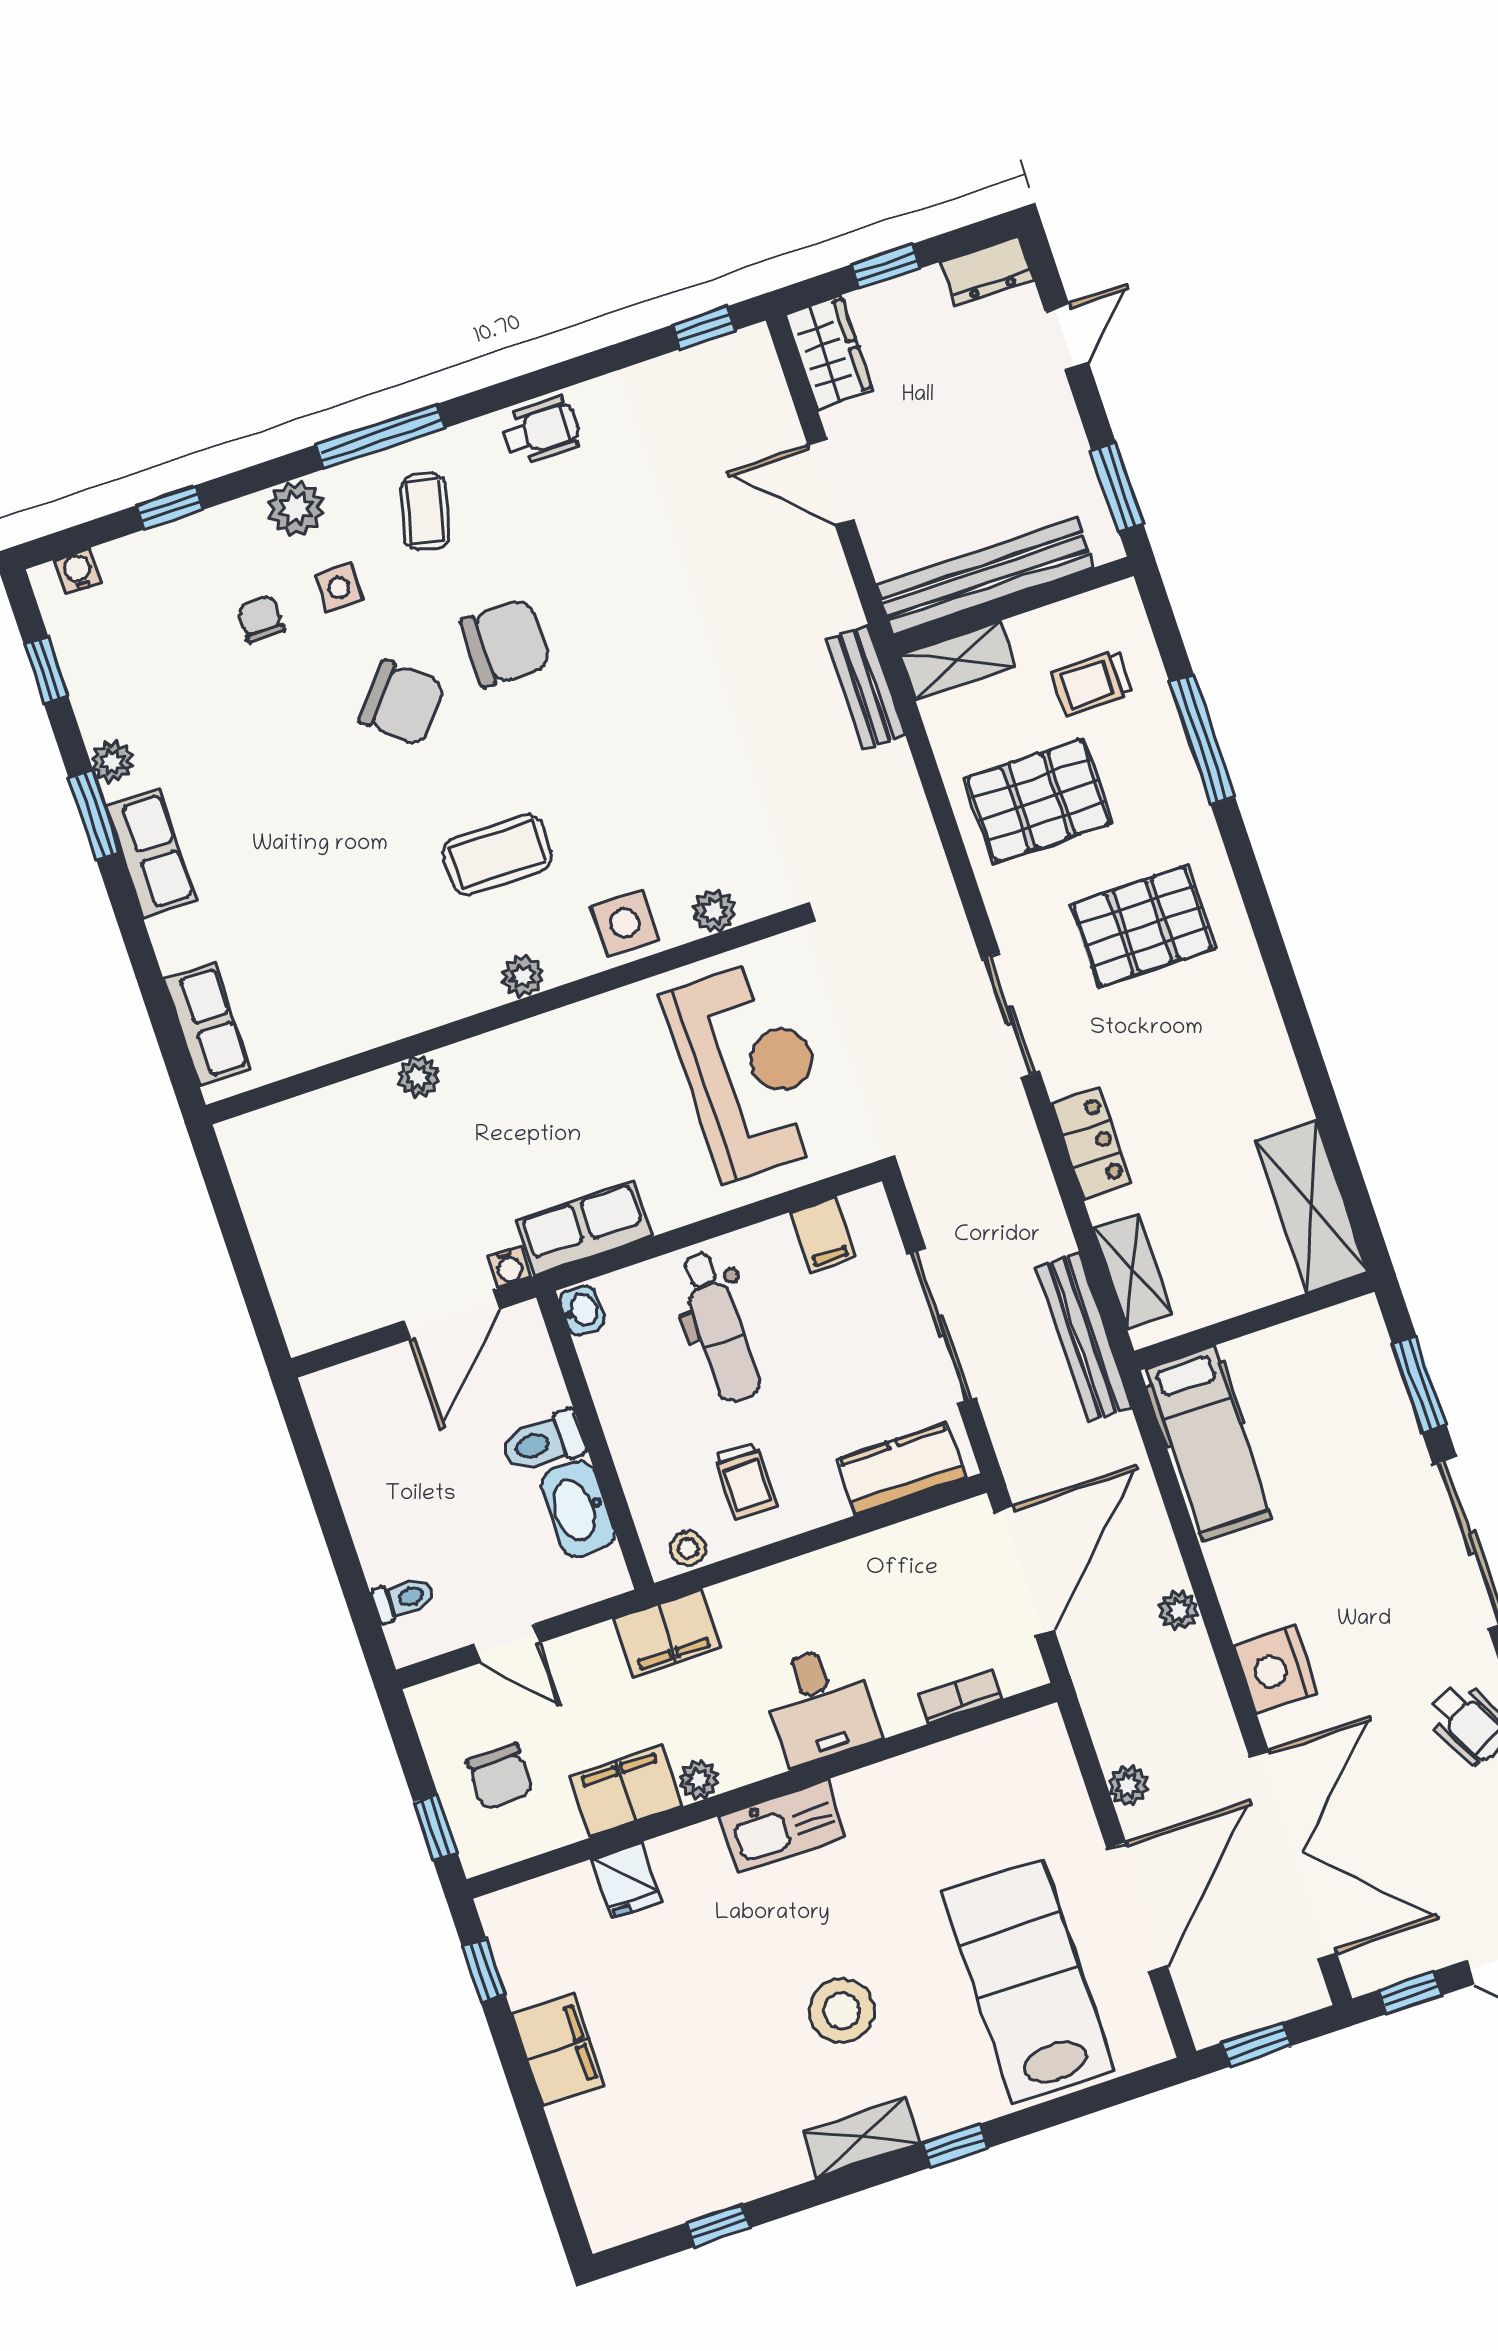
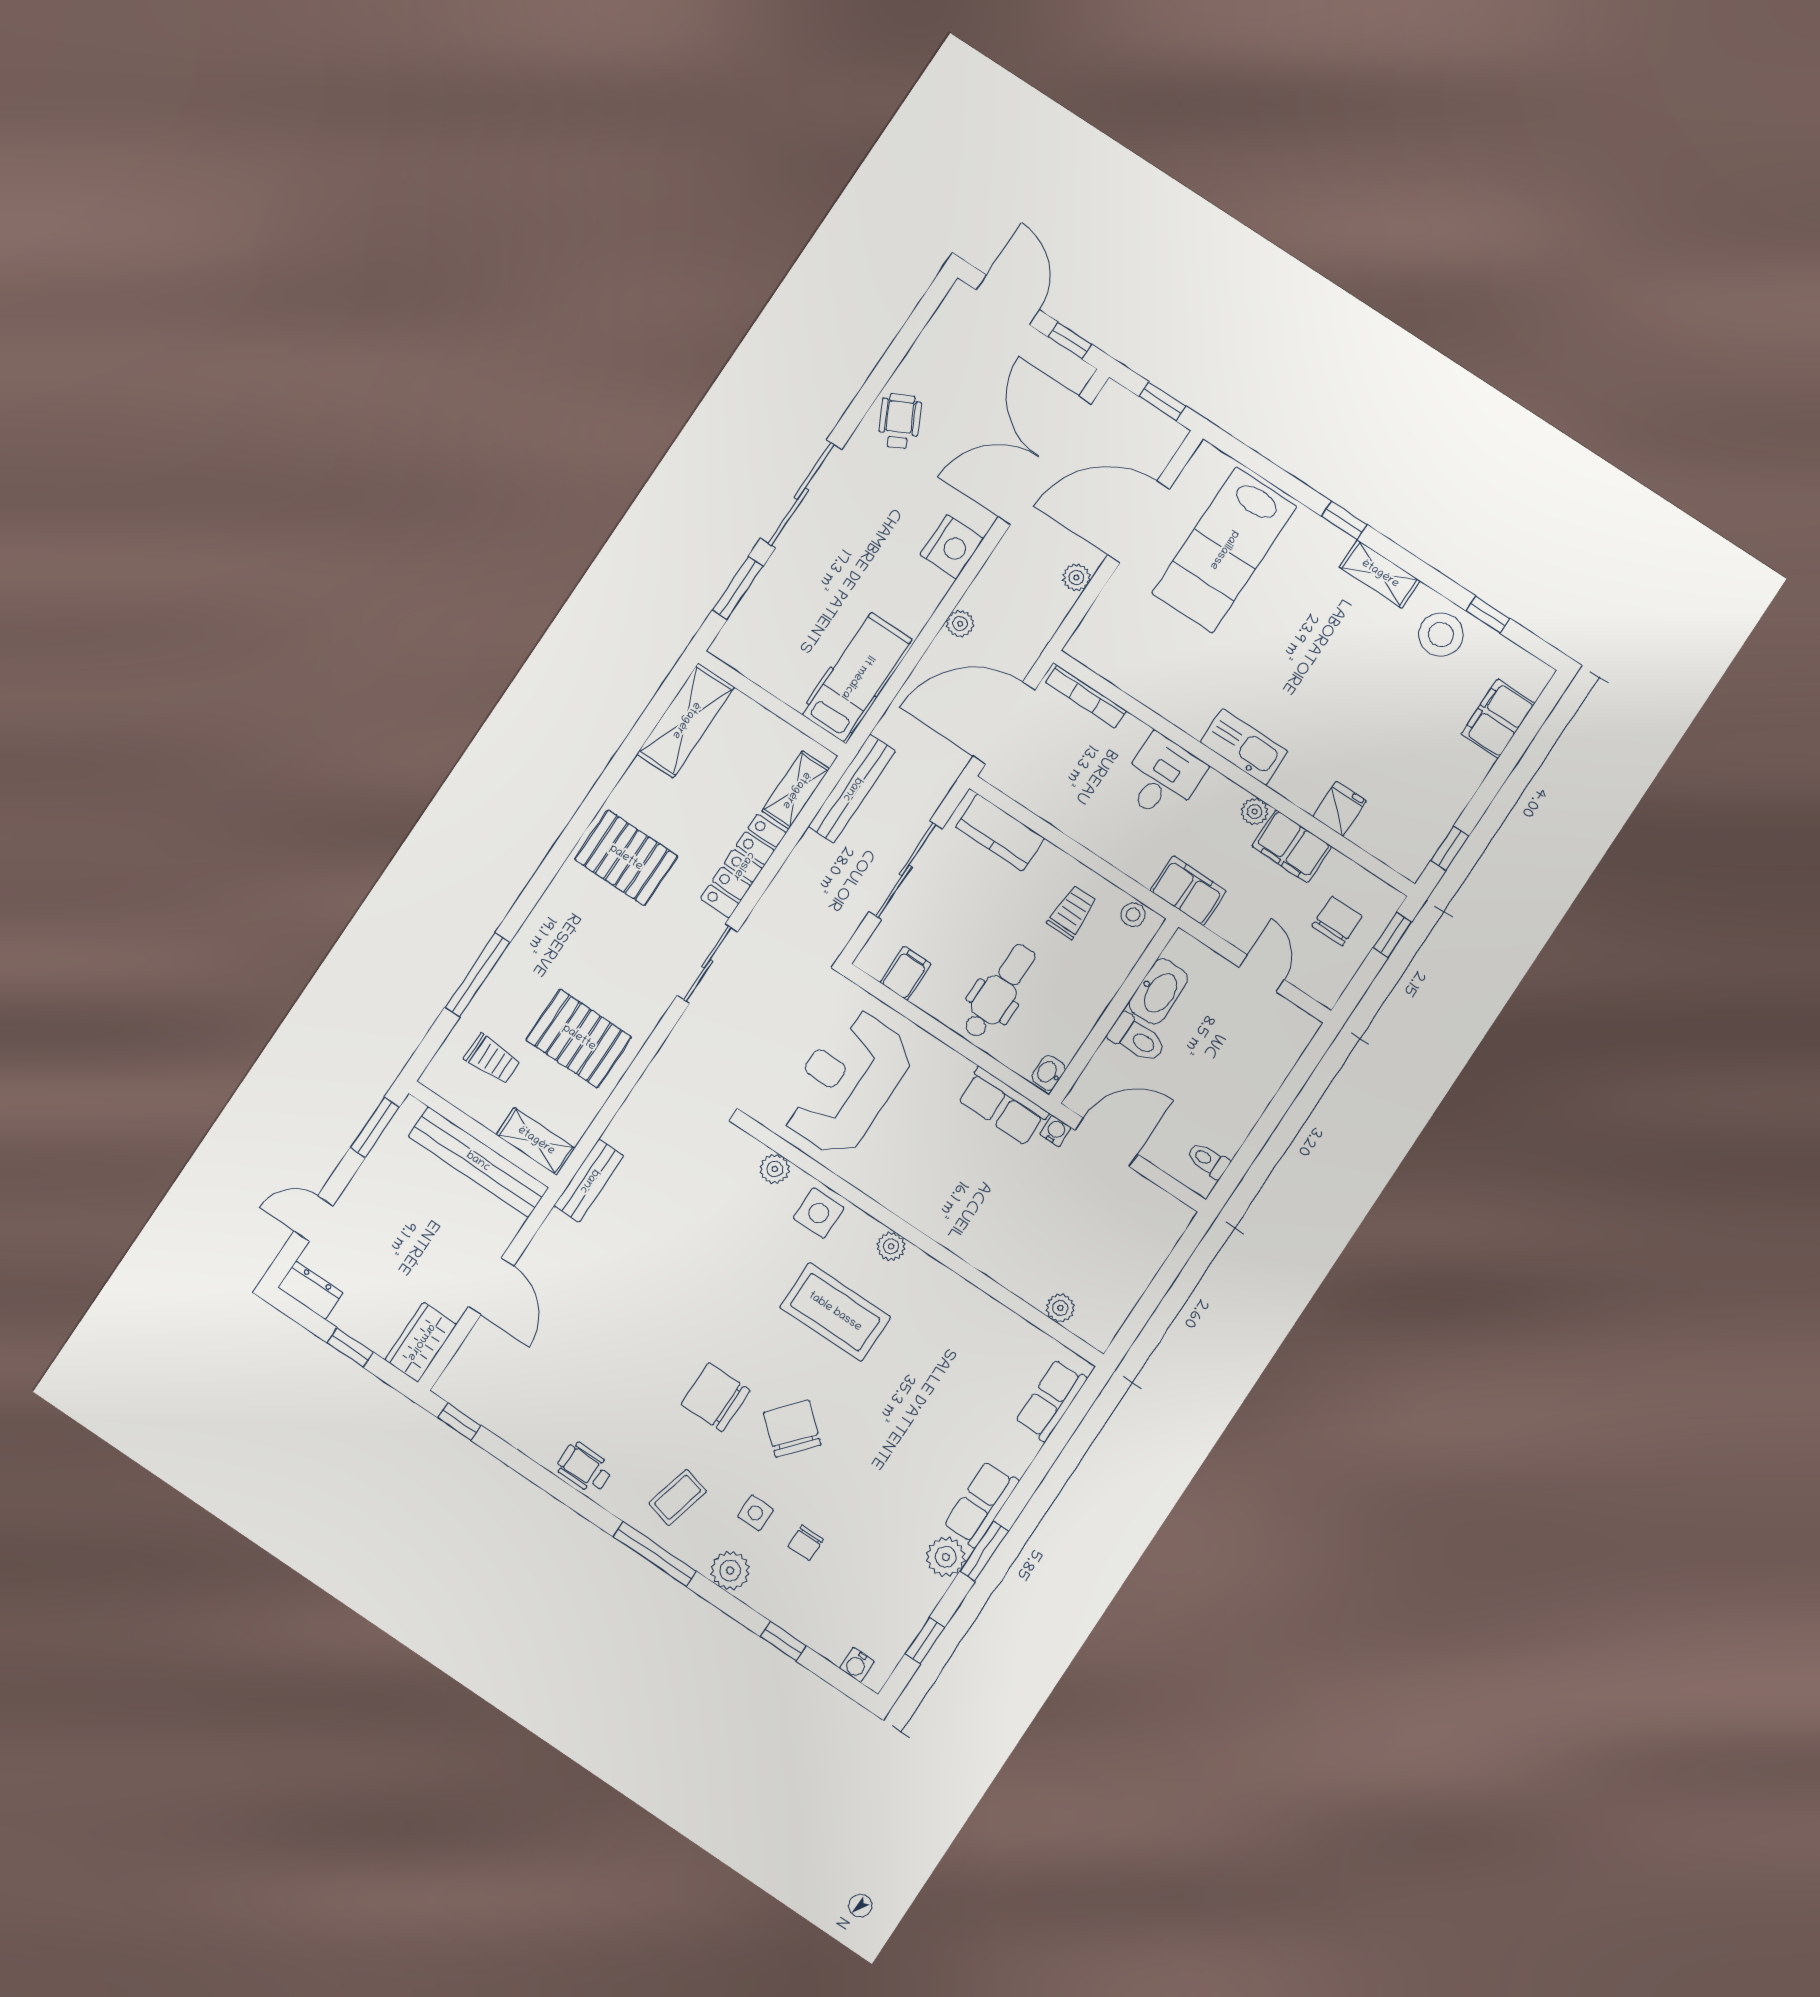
plant: (112, 762) -> (946, 1557), width x1.38, depth x1.38
coffee table: (497, 855) -> (835, 1312), width x1.36, depth x1.32
pallet: (1143, 926) -> (626, 858), moved
plant: (419, 1077) -> (1060, 1308), moved
locker: (1091, 1143) -> (743, 866), width x1.53
toilet: (403, 1599) -> (1208, 1160), moved
bookcase: (961, 1696) -> (1086, 697), width x1.56
stool: (842, 2011) -> (1441, 635), moved
filing cabinet: (558, 2050) -> (1498, 719), moved

